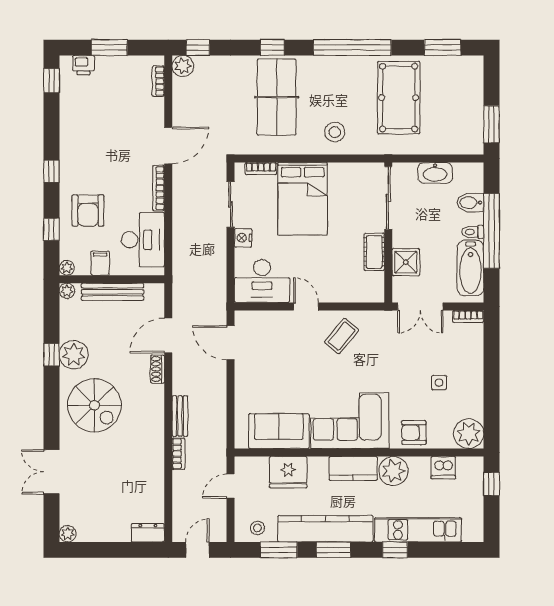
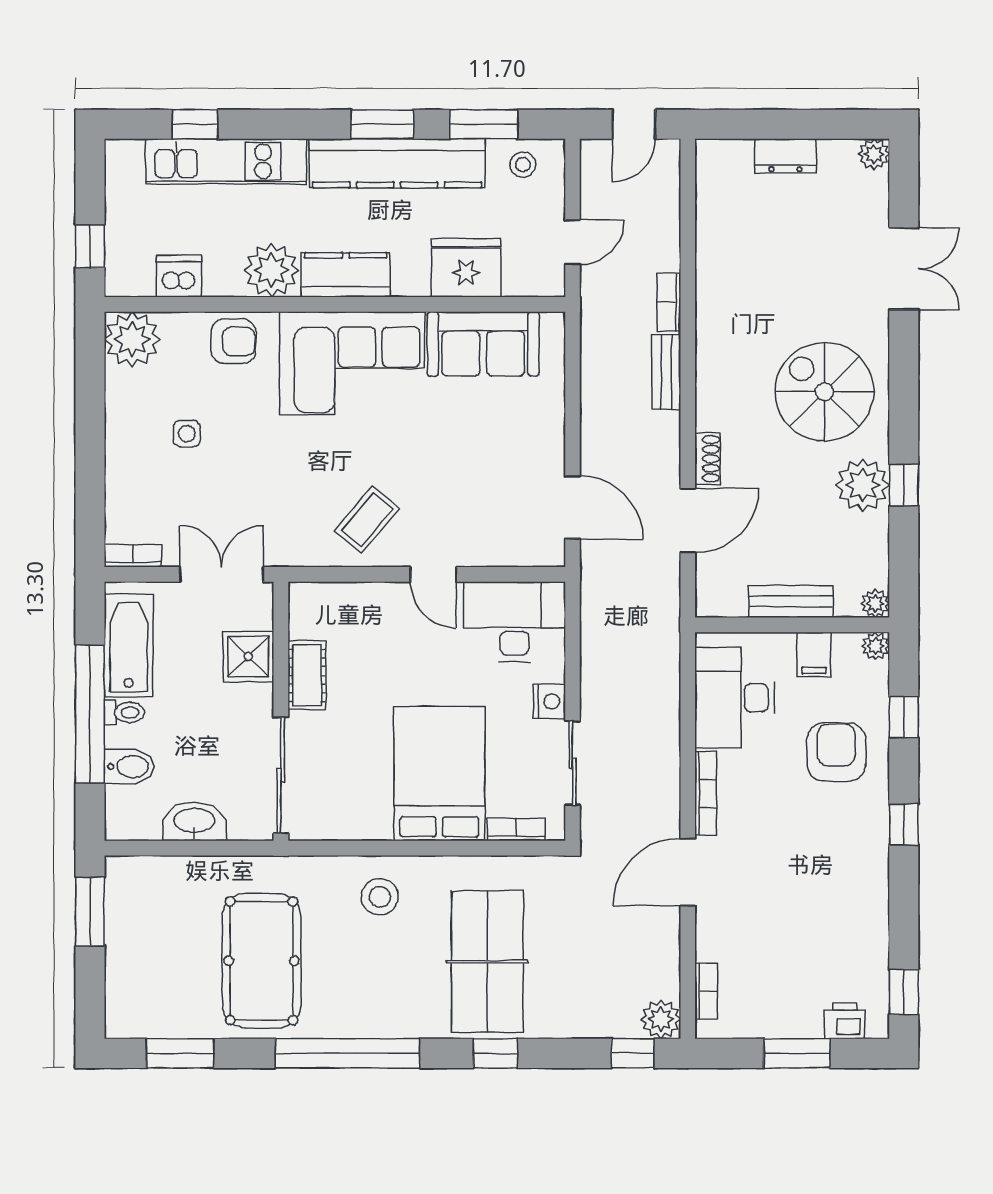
bench: (113, 292) -> (791, 602), width x0.73
dresser: (148, 533) -> (785, 156), moved
window: (395, 550) -> (195, 124), moved

